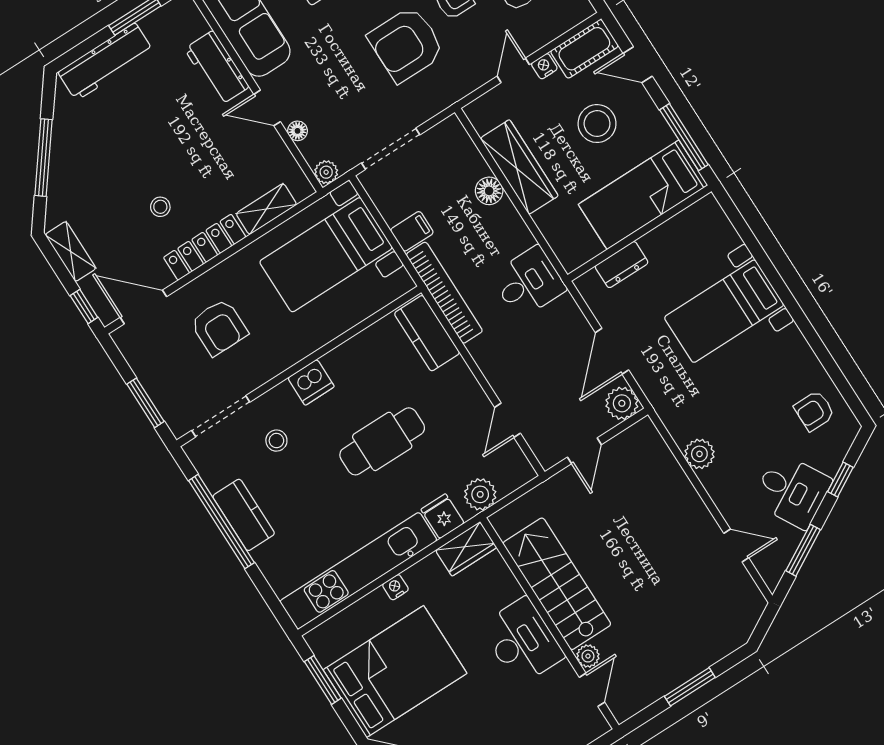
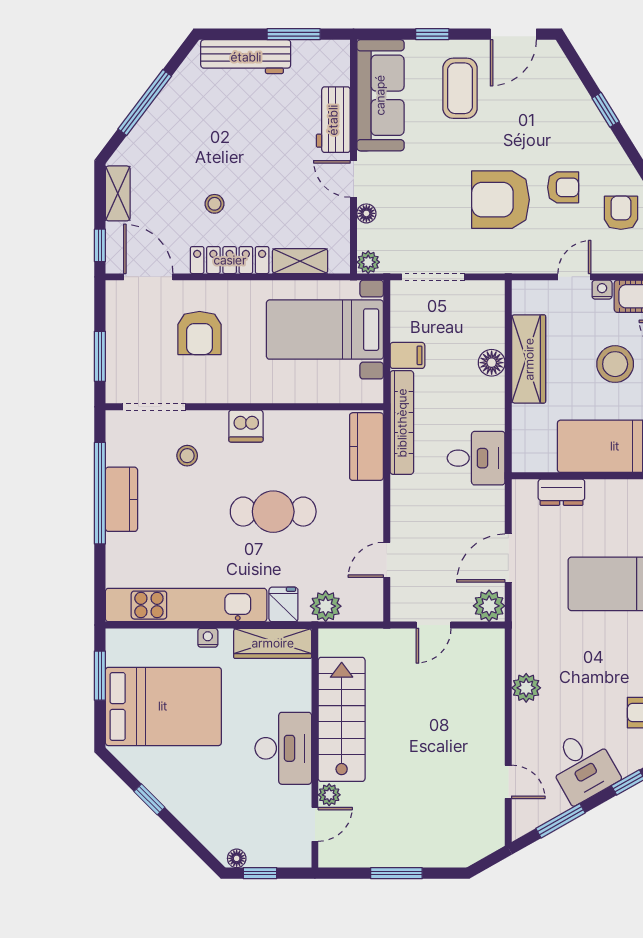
wardrobe: (466, 549) -> (273, 643), width x1.50

